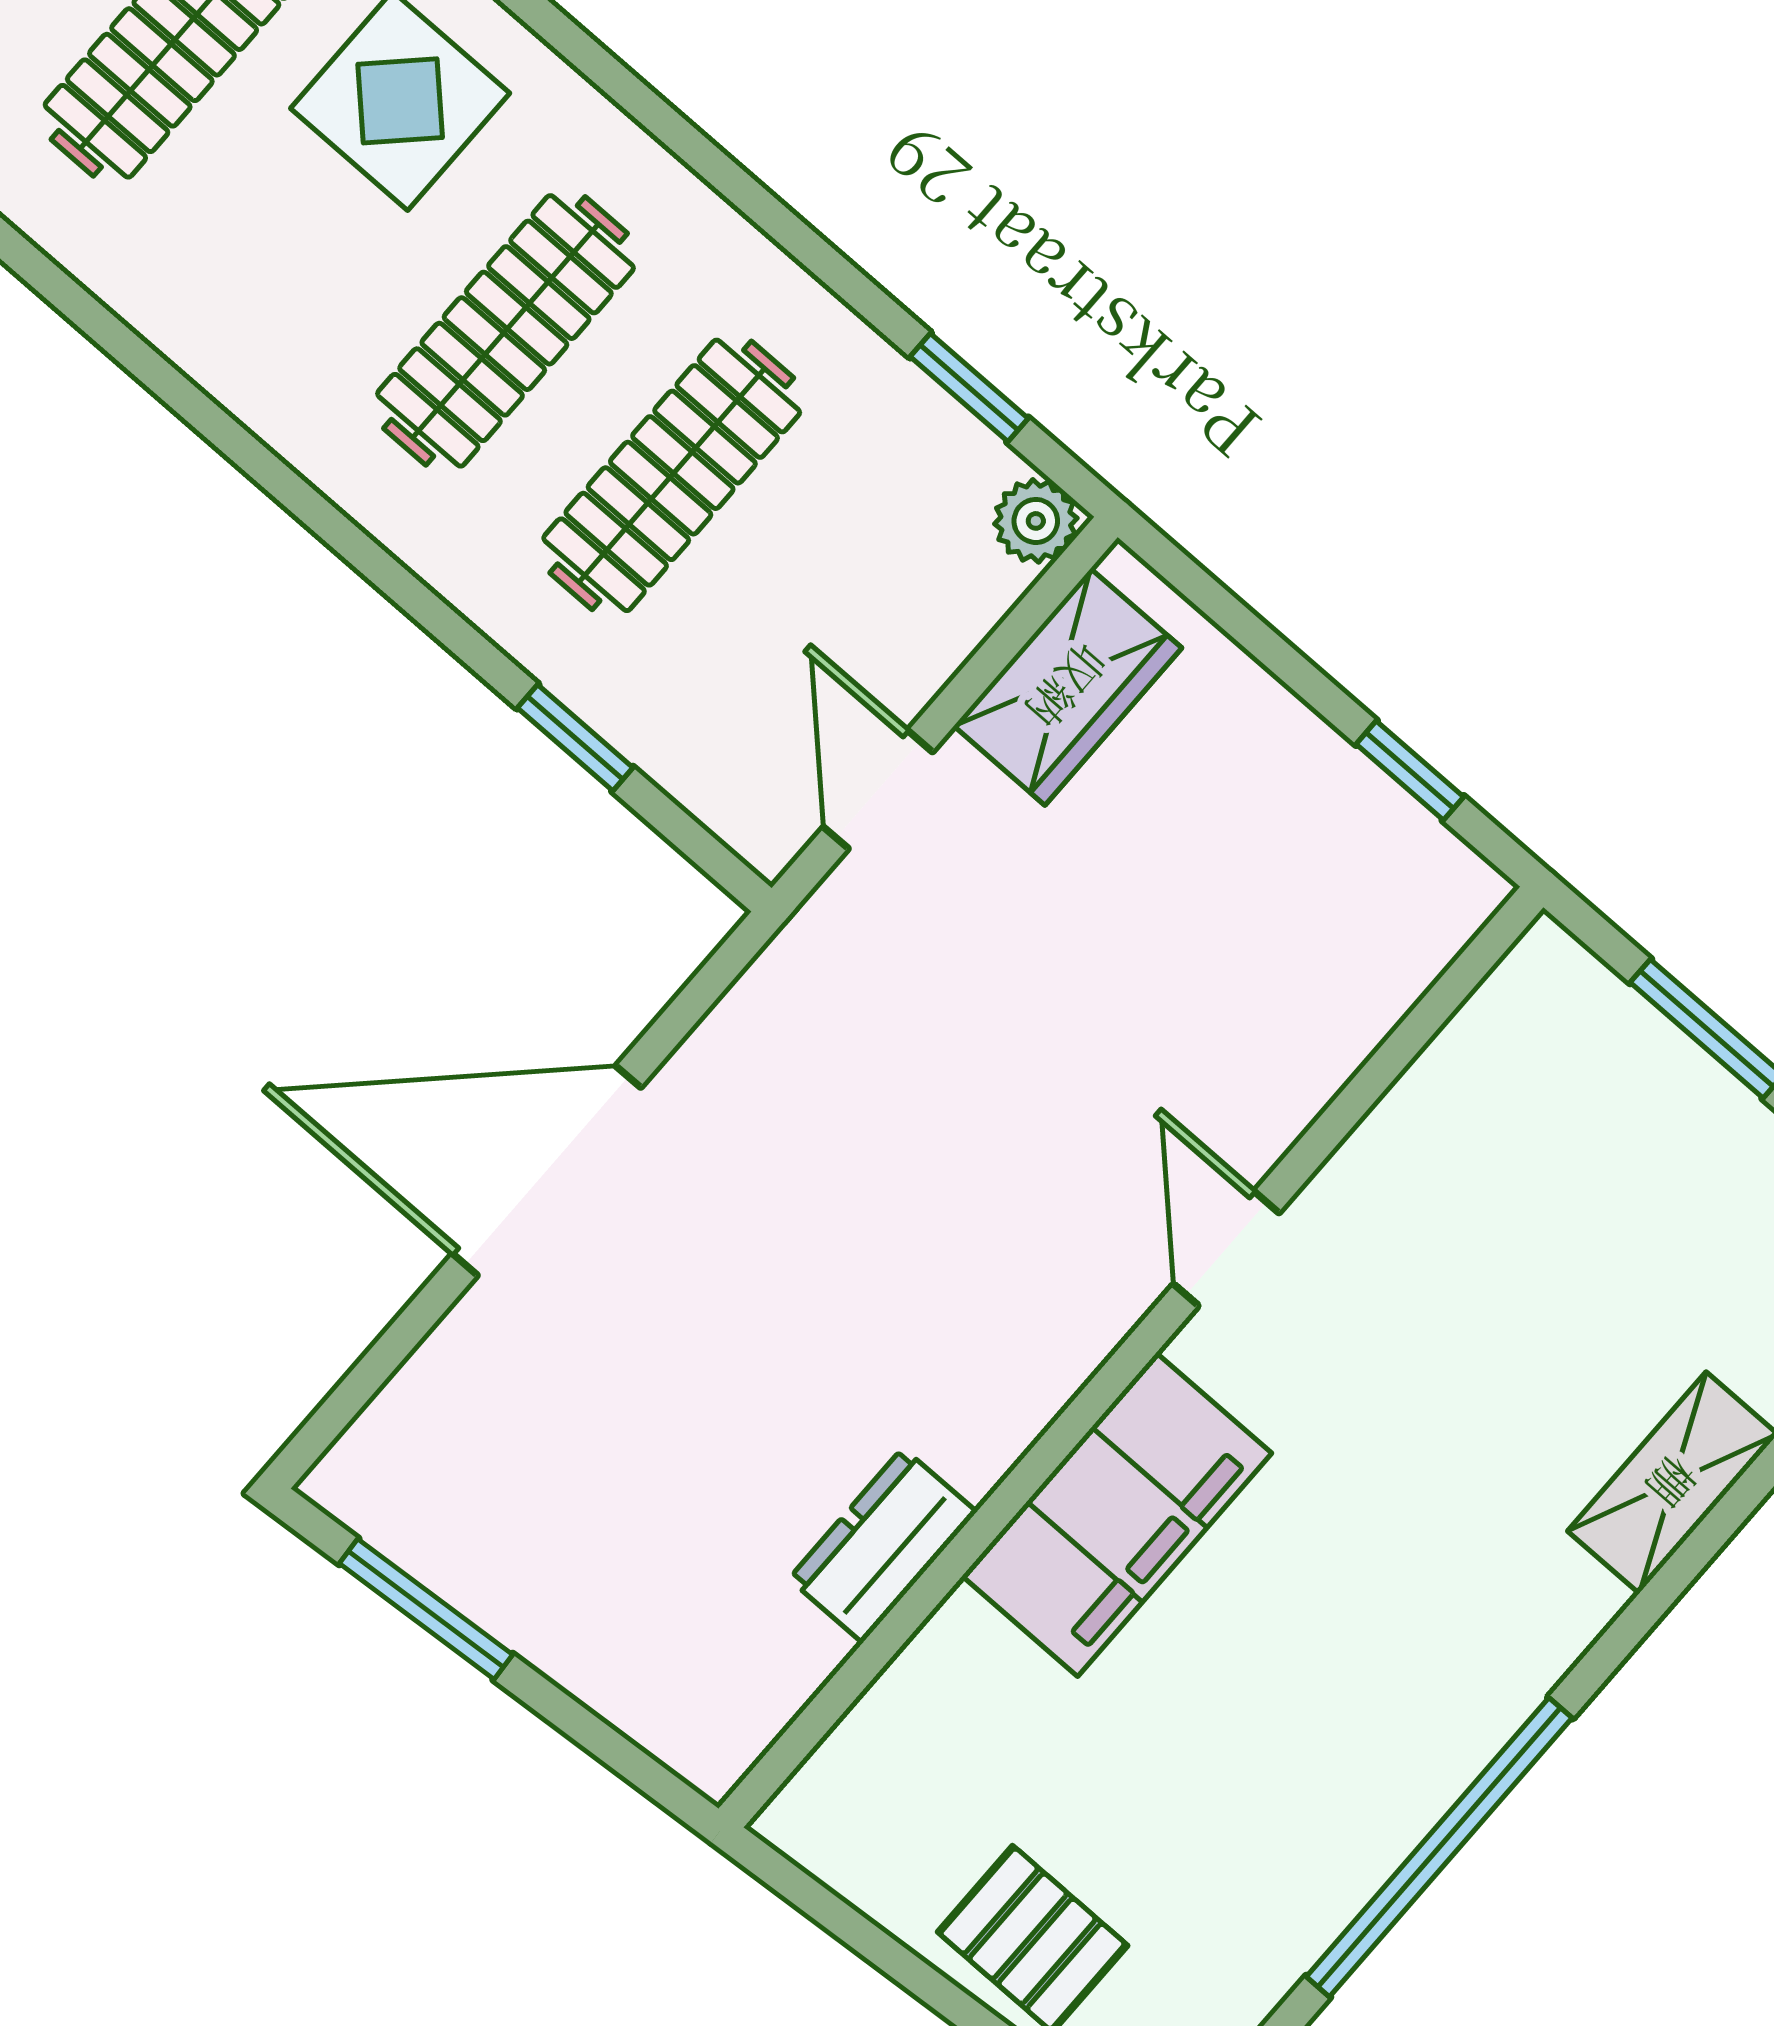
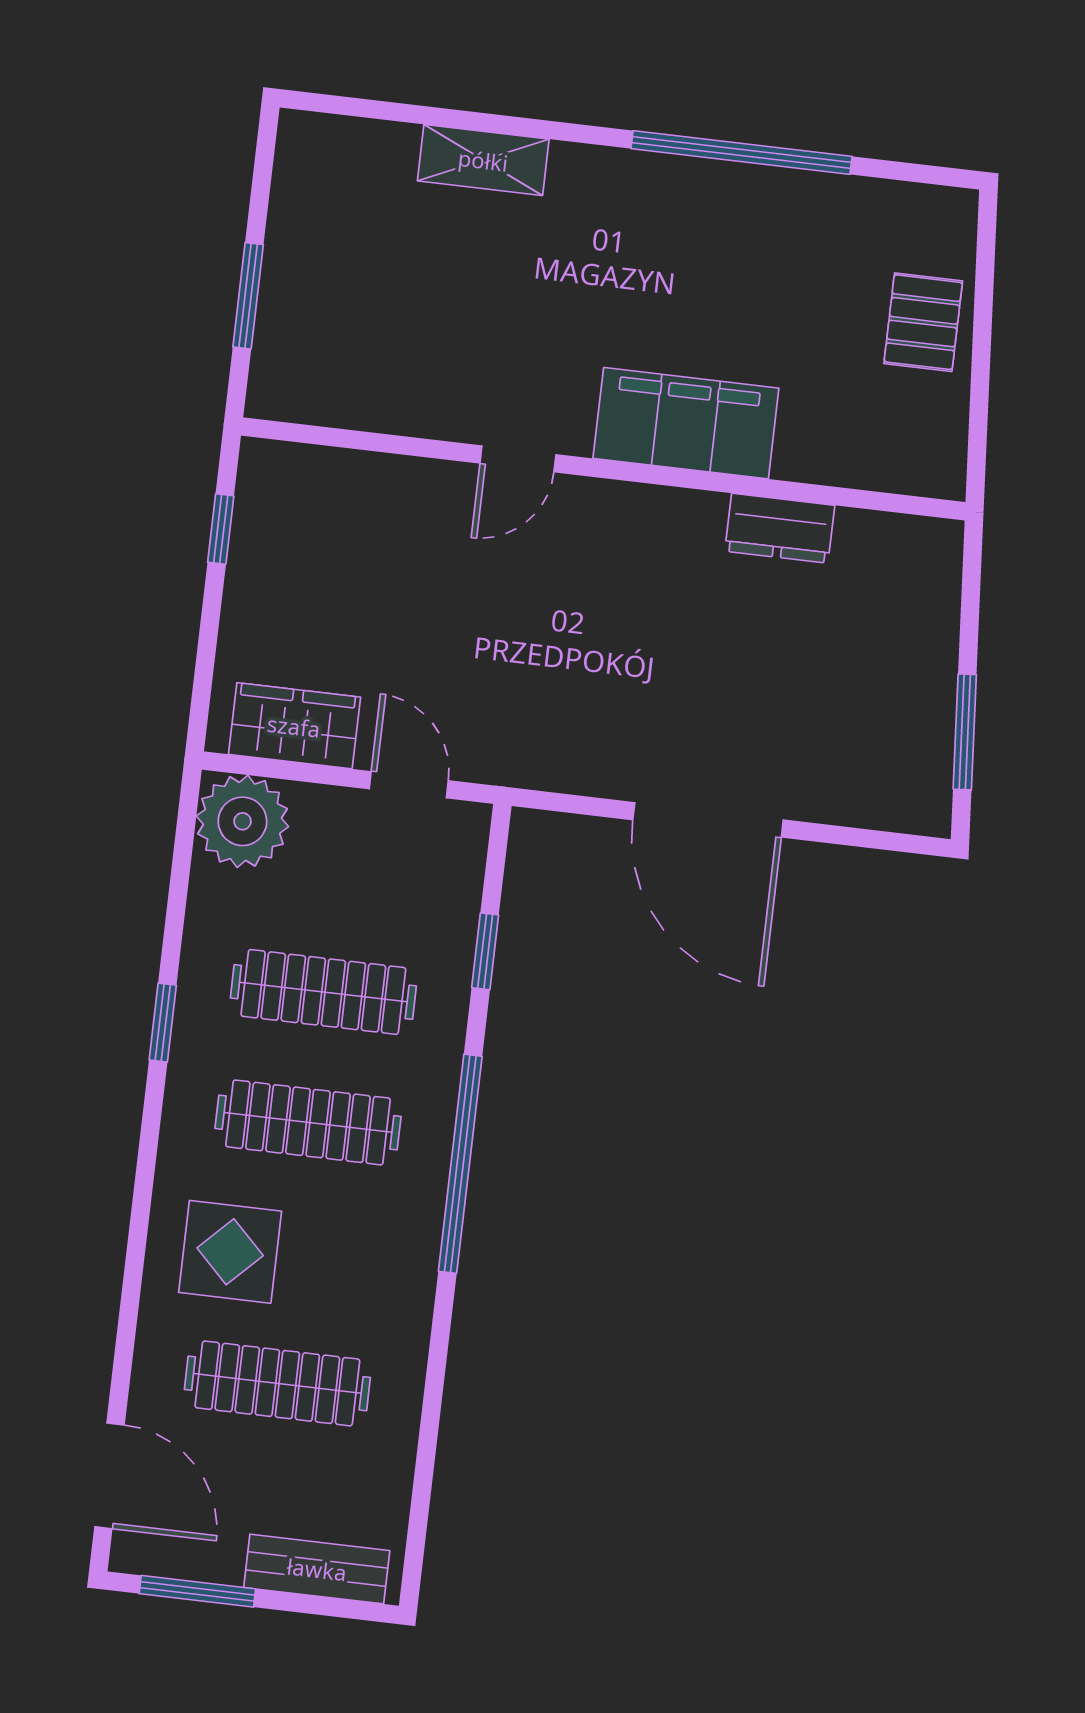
window: (969, 387) -> (163, 1023), moved
window: (304, 503) -> (460, 1164), added
plant: (1036, 521) -> (242, 821), width x1.87, depth x1.87
door: (878, 789) -> (409, 785), swing flipped

